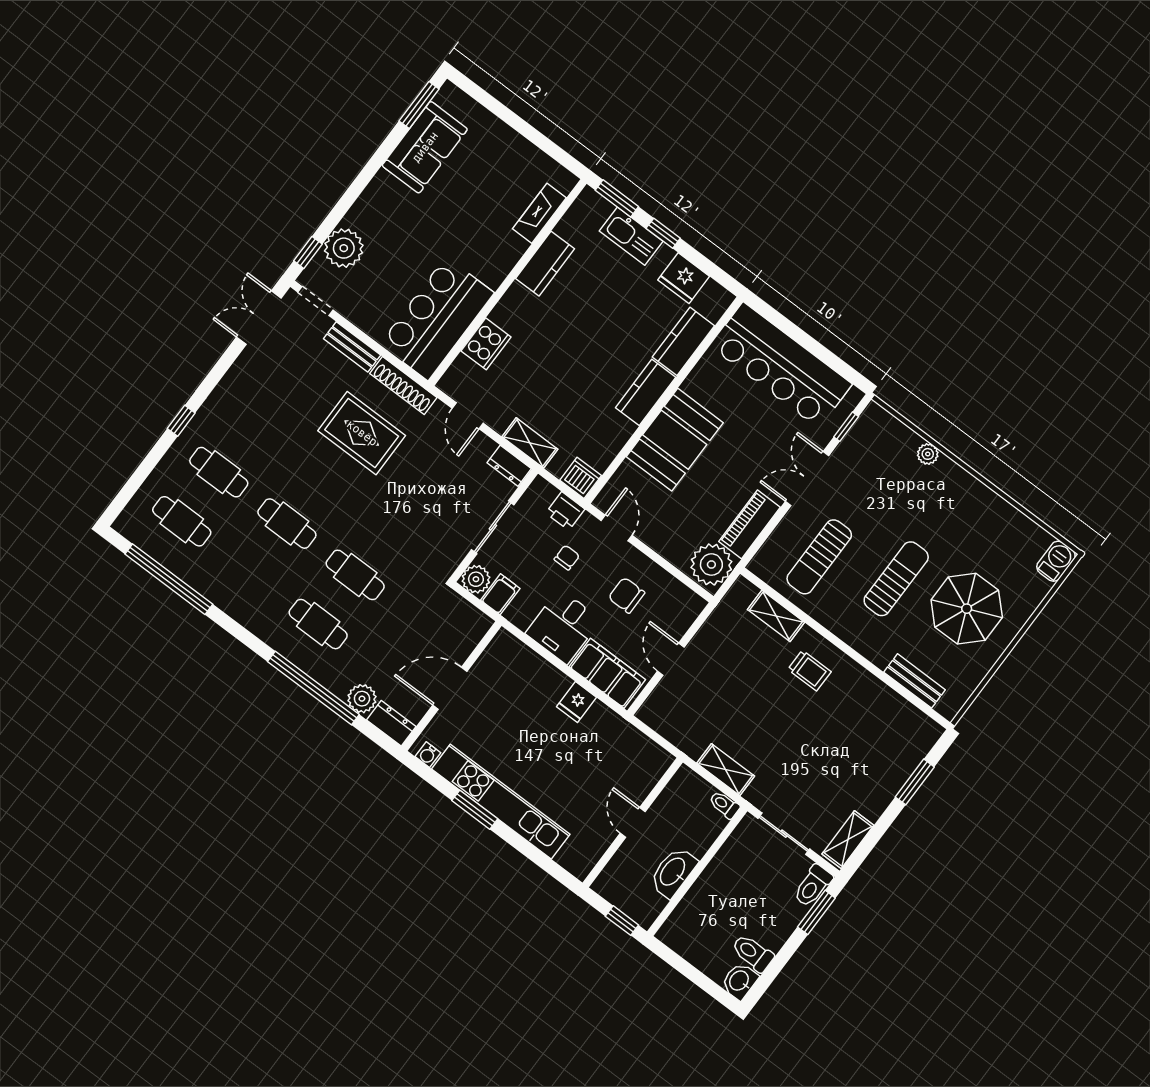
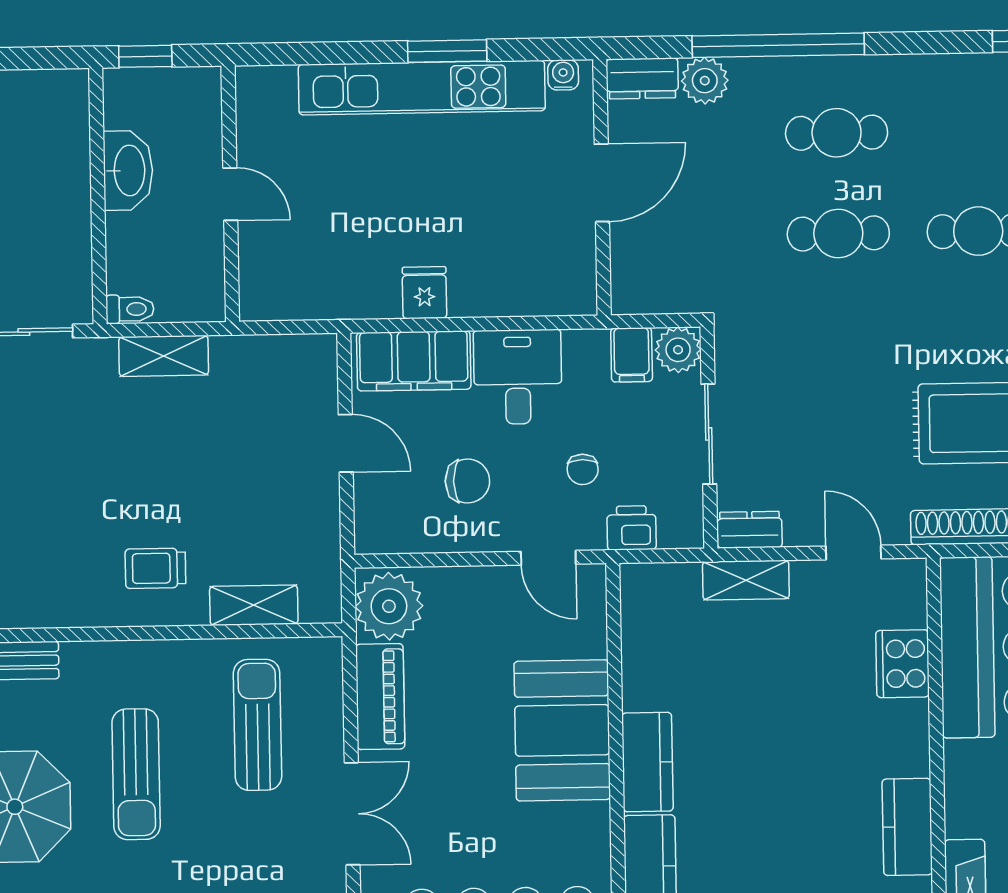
dishwasher: (581, 478) -> (645, 586), removed

